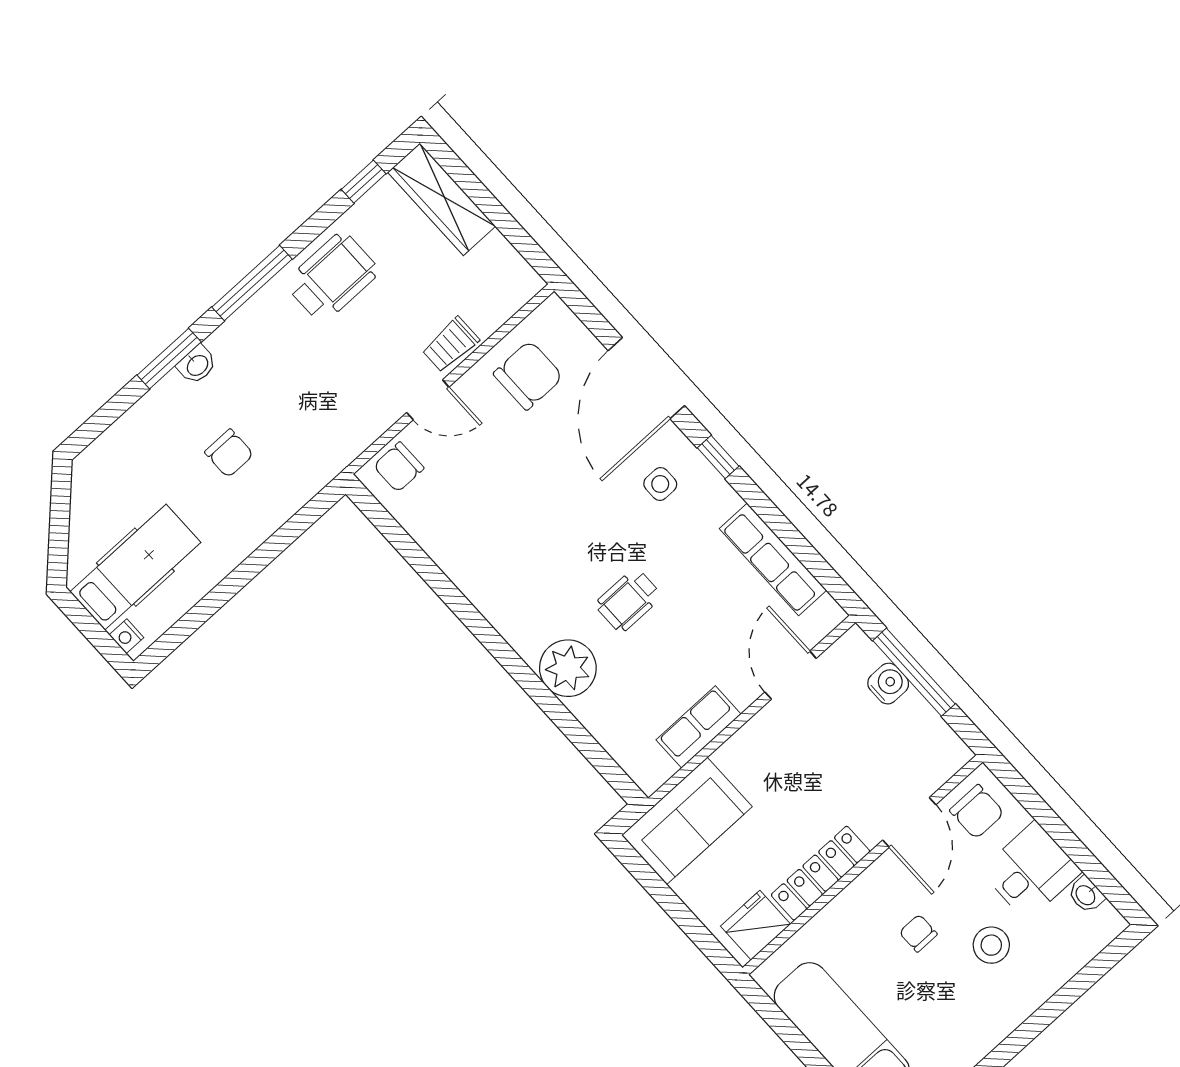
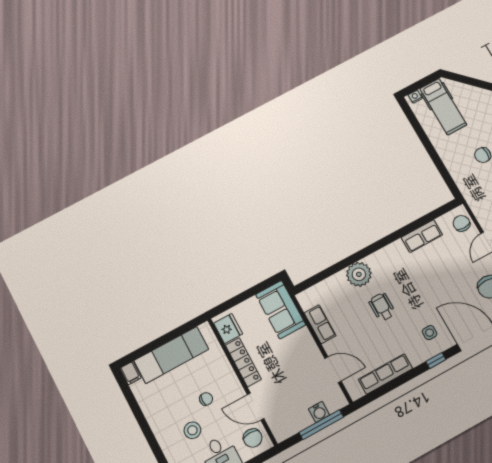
row of seats: (449, 549) -> (422, 236), added
chair: (977, 812) -> (253, 438), turned -90

